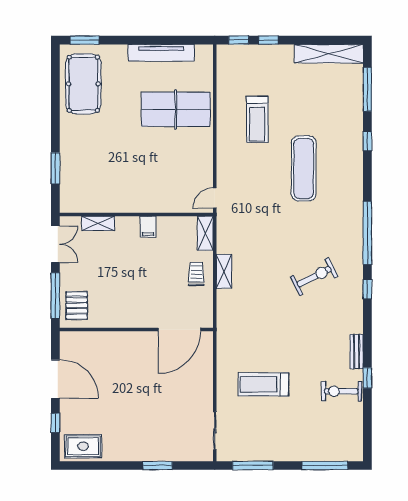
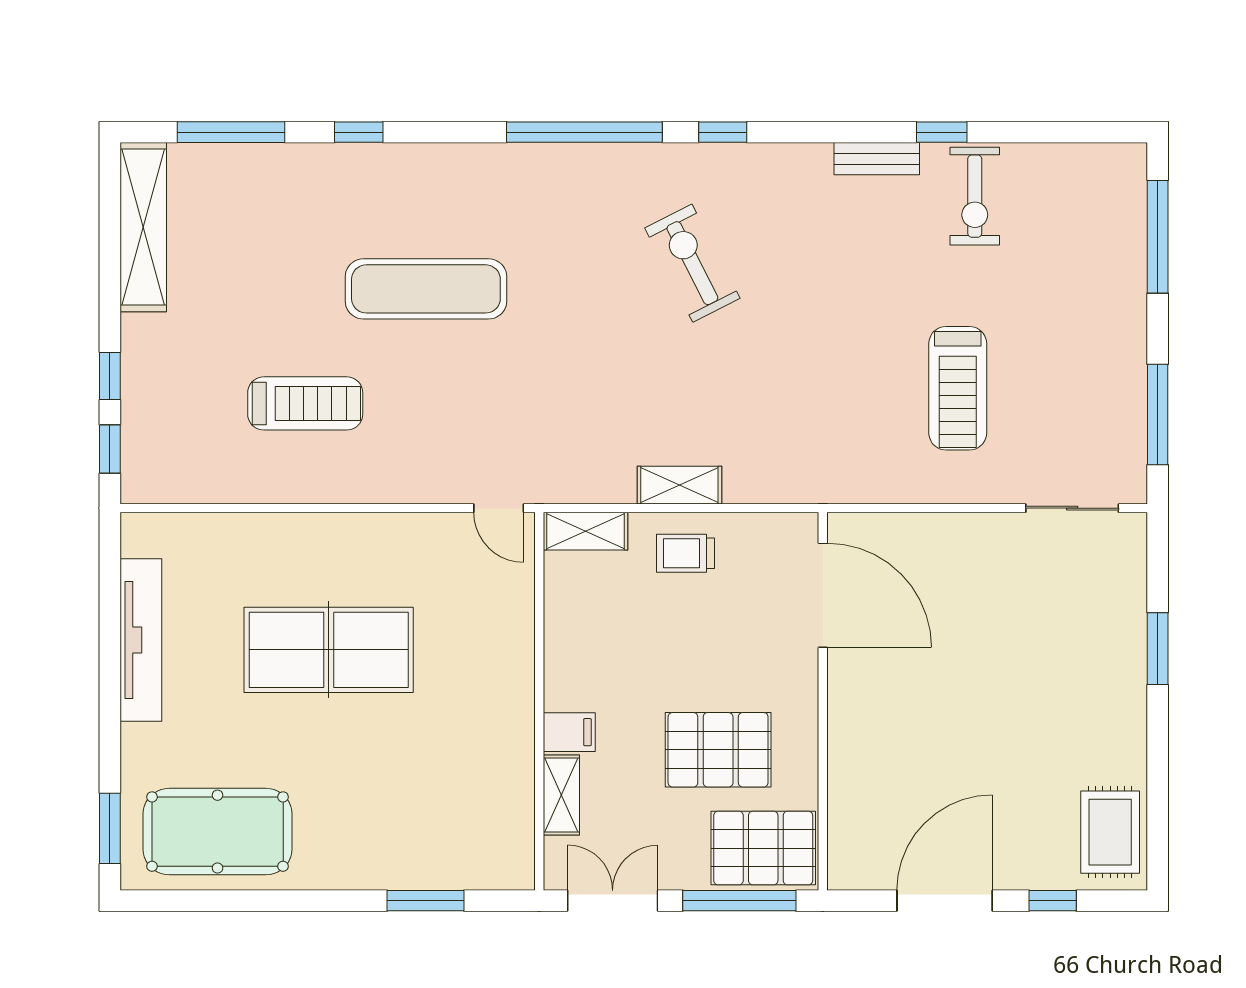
table tennis table: (176, 109) -> (329, 650), moved, turned 90
filing cabinet: (148, 227) -> (569, 732), moved
pallet: (117, 287) -> (718, 750), added
pallet: (77, 305) -> (763, 848), width x1.50, depth x1.42

